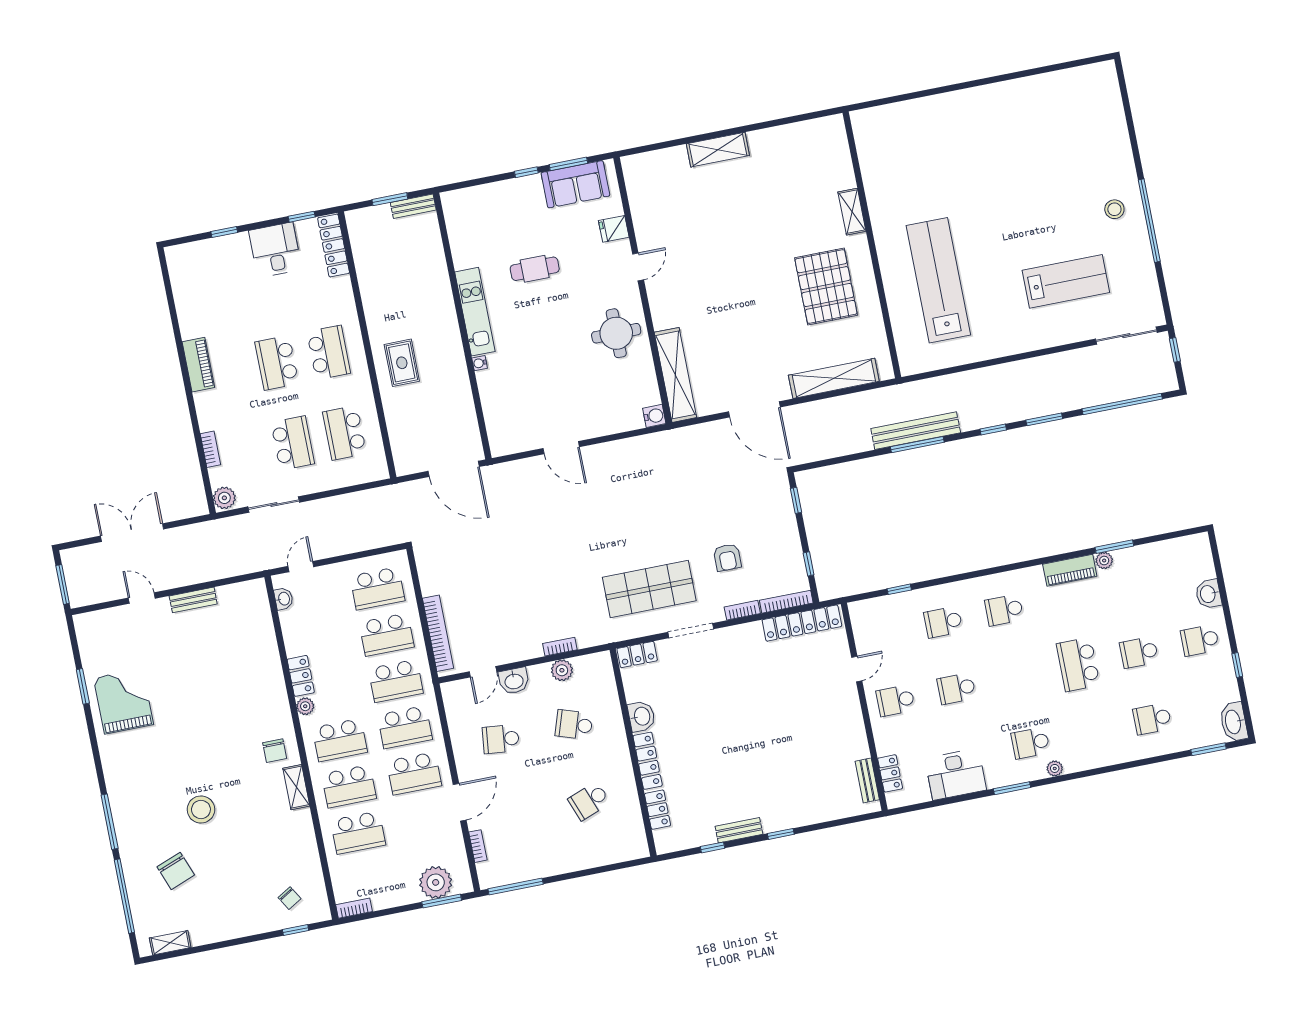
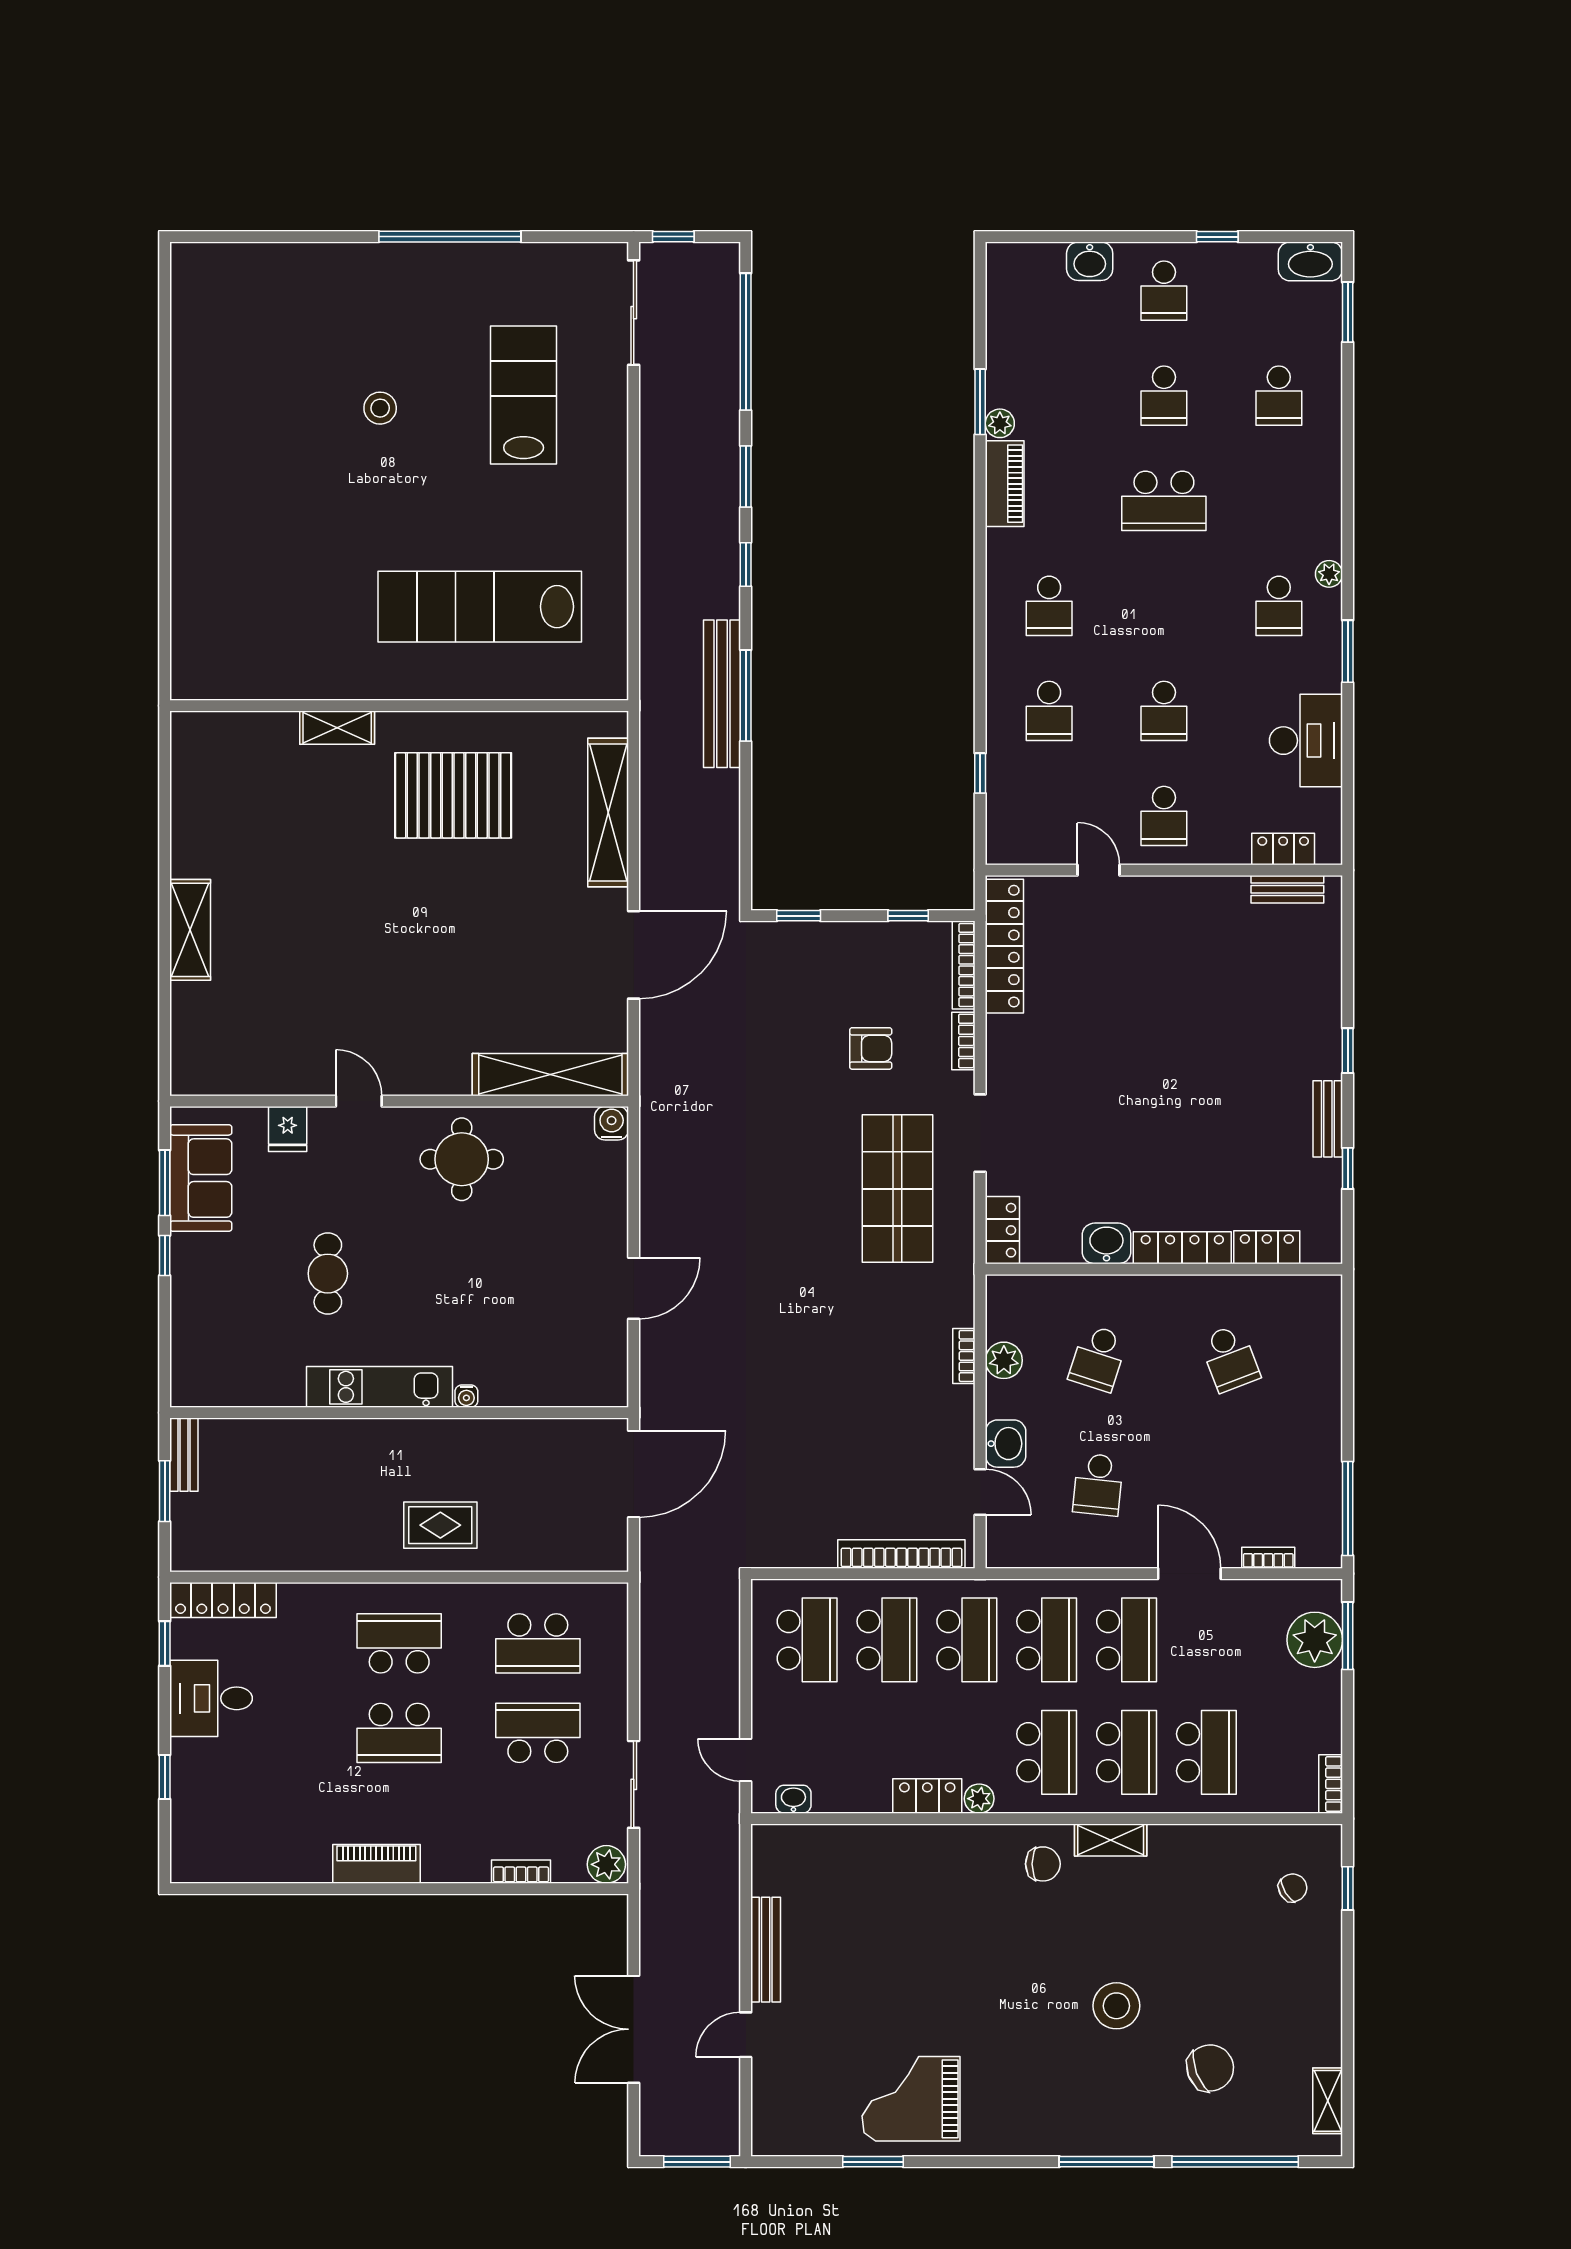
stool: (1114, 209) -> (380, 408), moved
bench: (193, 600) -> (766, 1950), width x1.36

